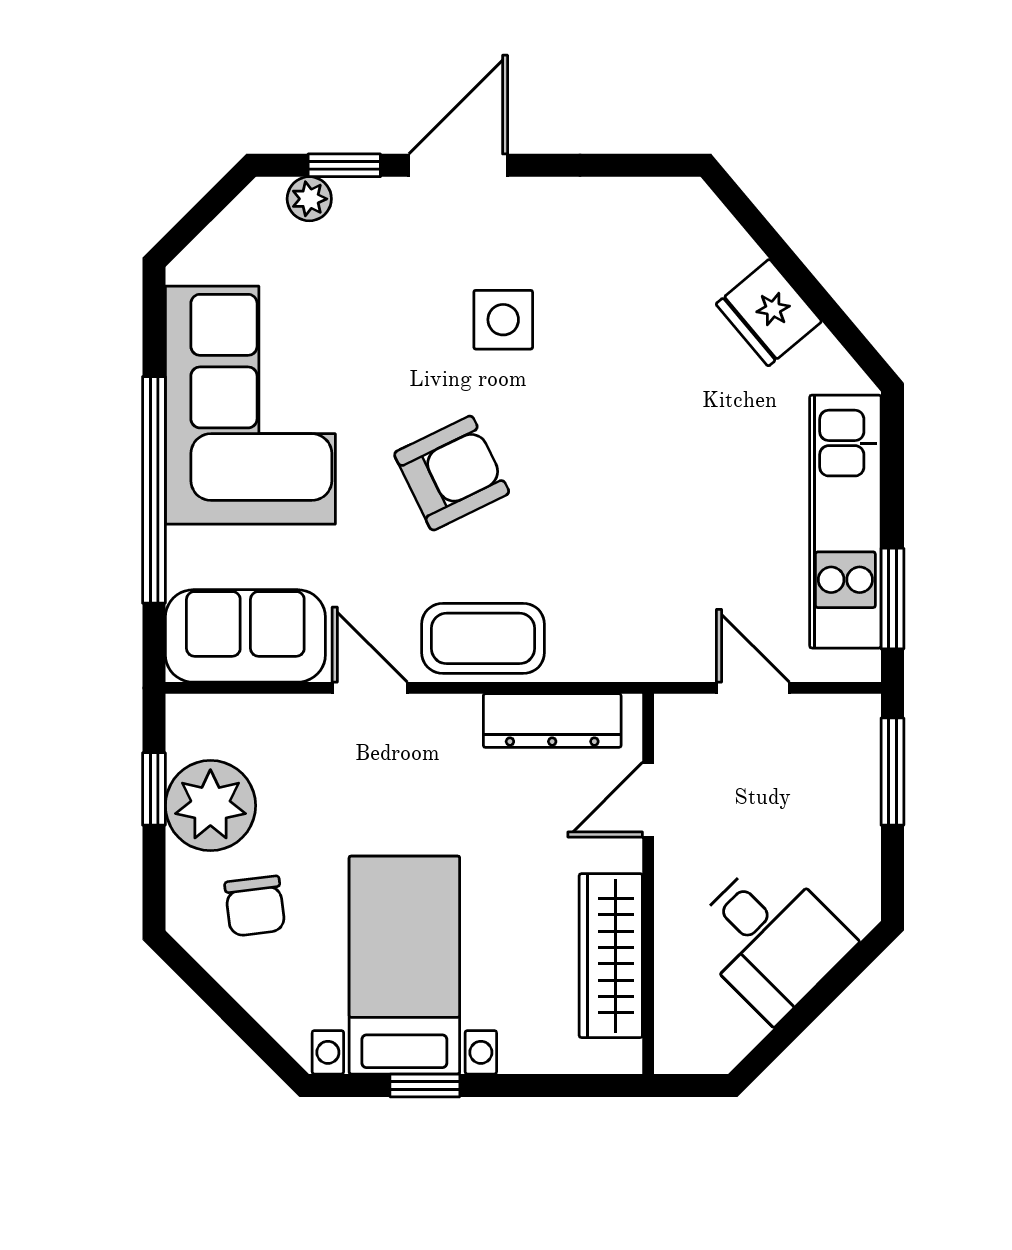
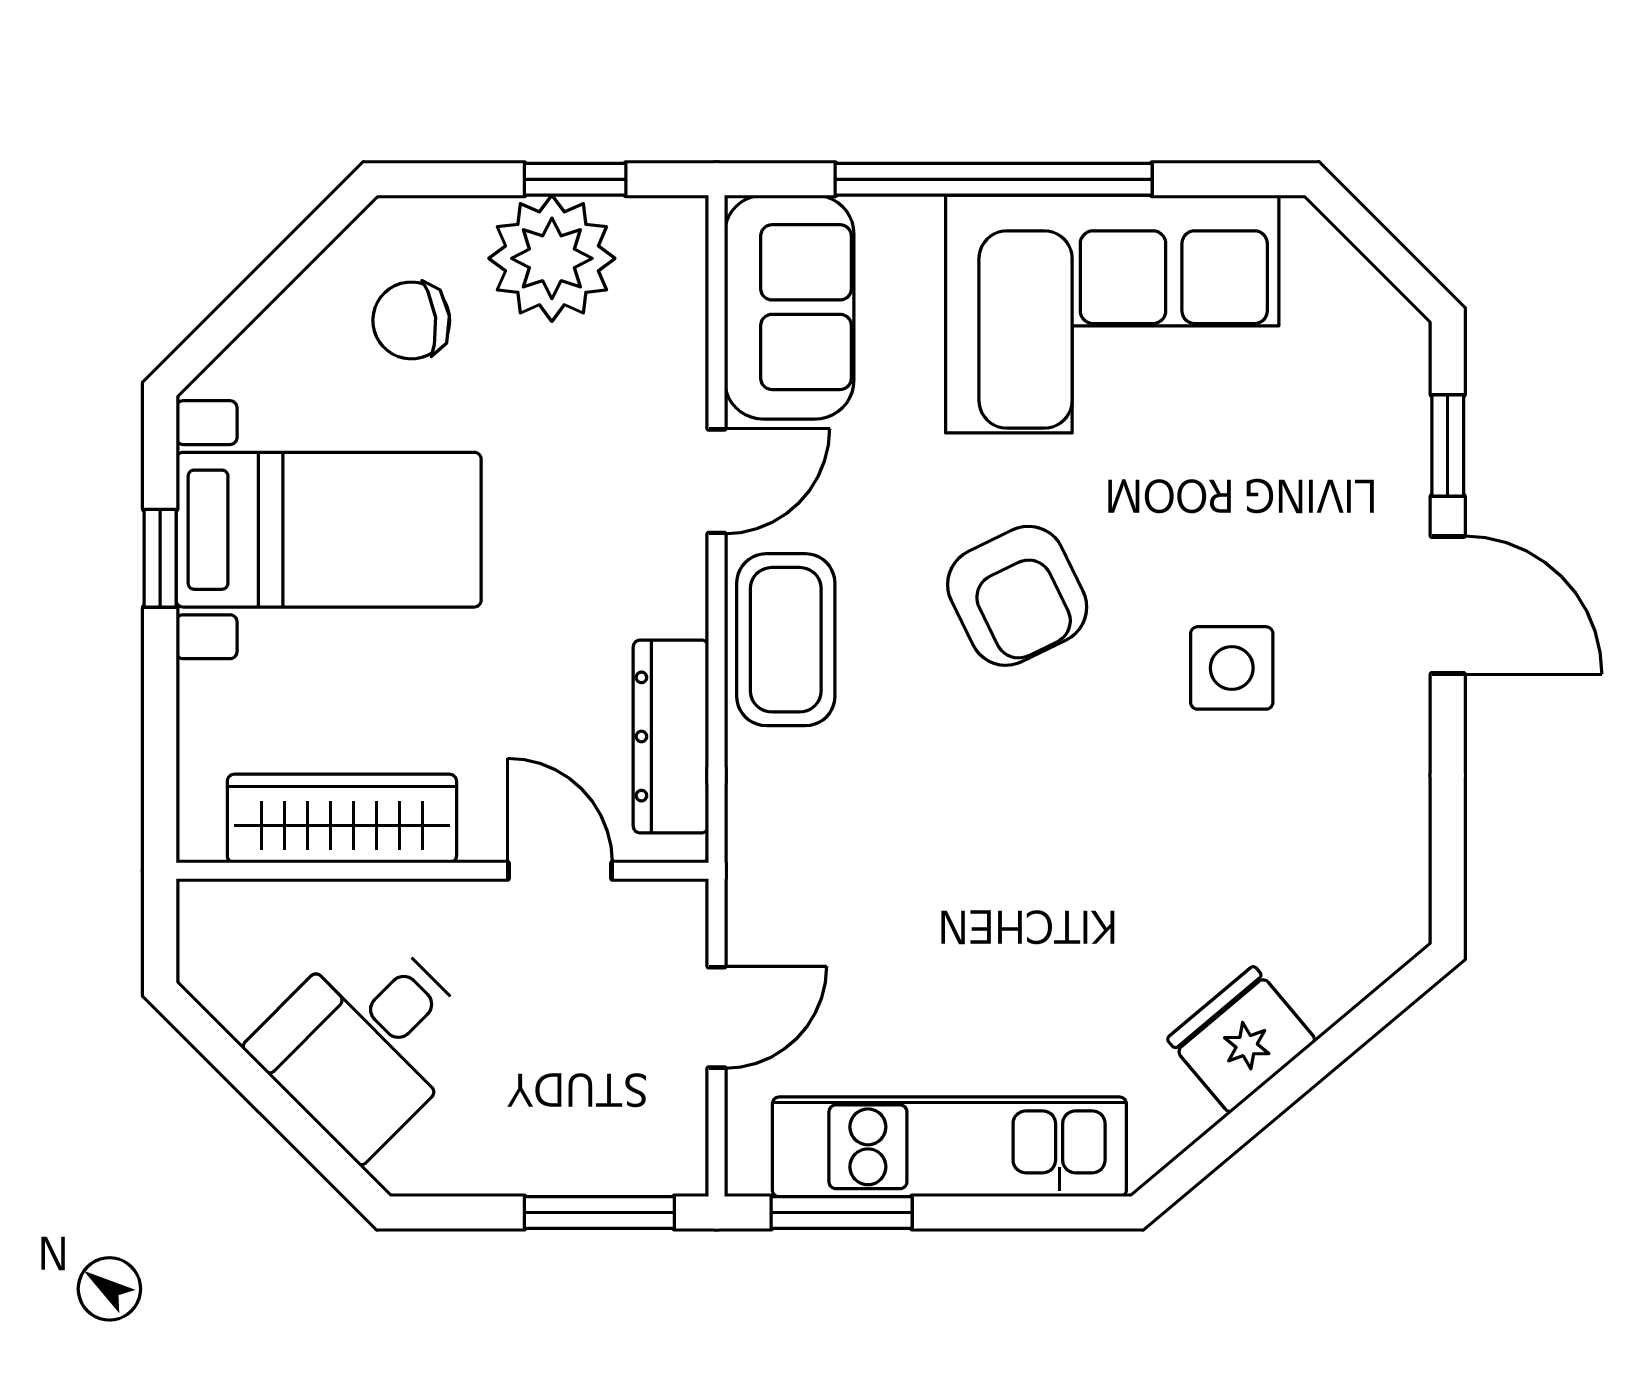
plant: (309, 199) -> (1401, 397), removed

